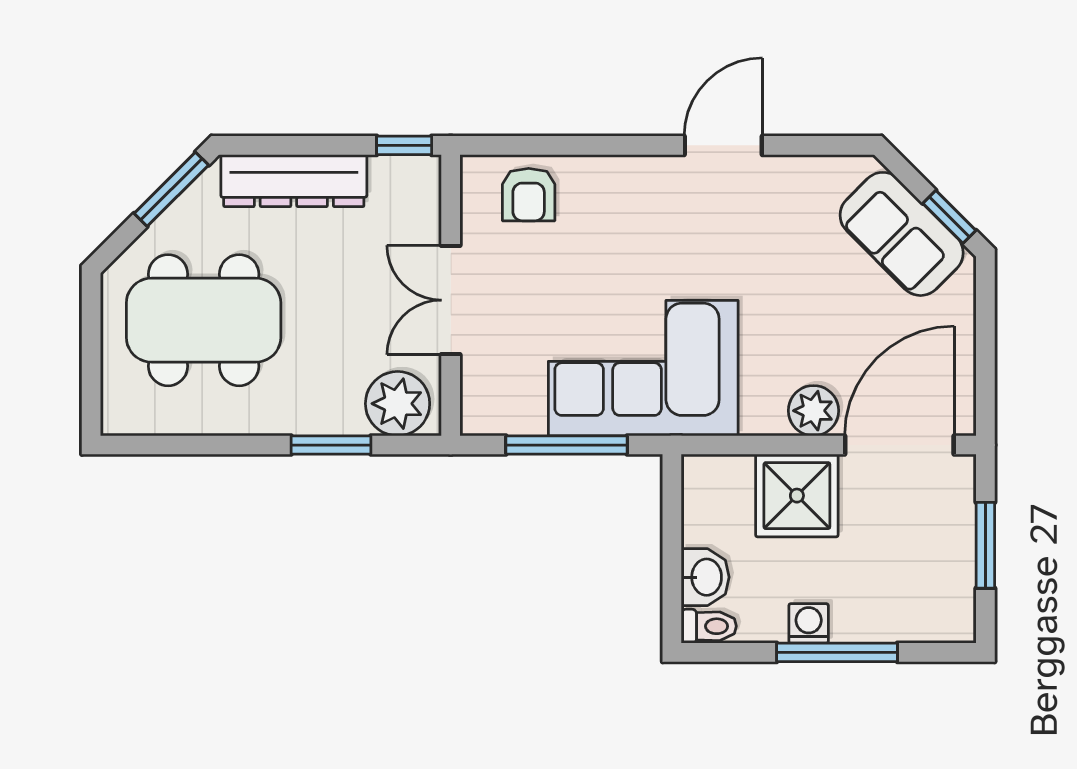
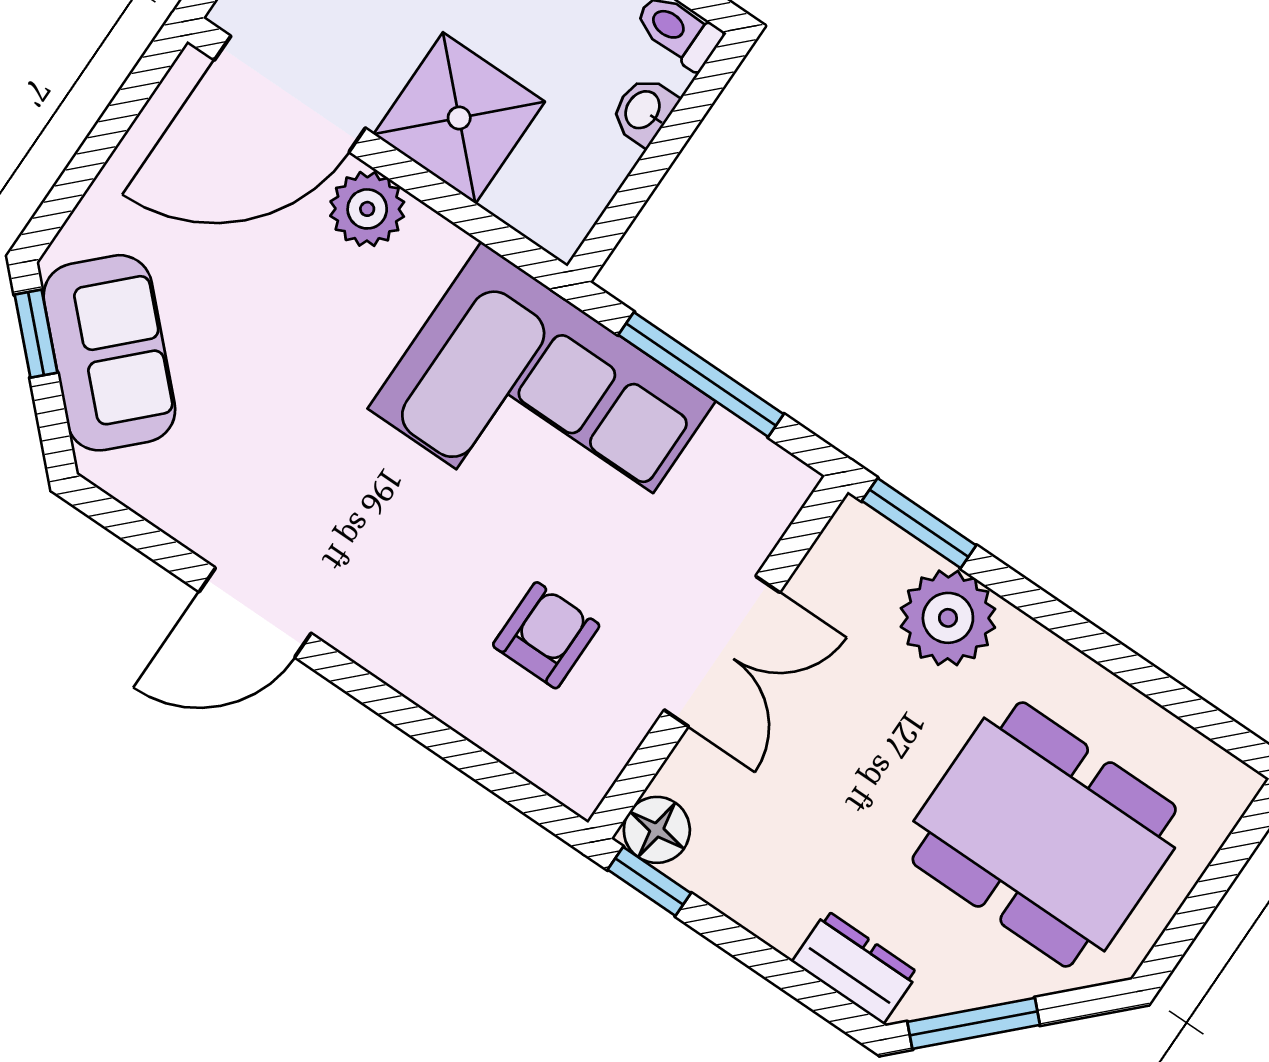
floor lamp: (419, 177) -> (657, 830), added
dresser: (294, 181) -> (855, 967), width x0.51, depth x0.80
armchair: (529, 195) -> (546, 635), moved
plant: (398, 404) -> (948, 618), moved
window: (331, 445) -> (919, 523), moved
washbasin: (705, 577) -> (644, 111), width x0.72, depth x0.69

